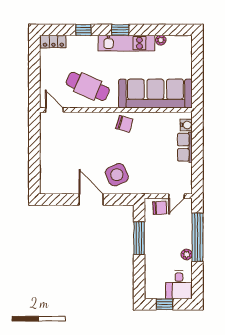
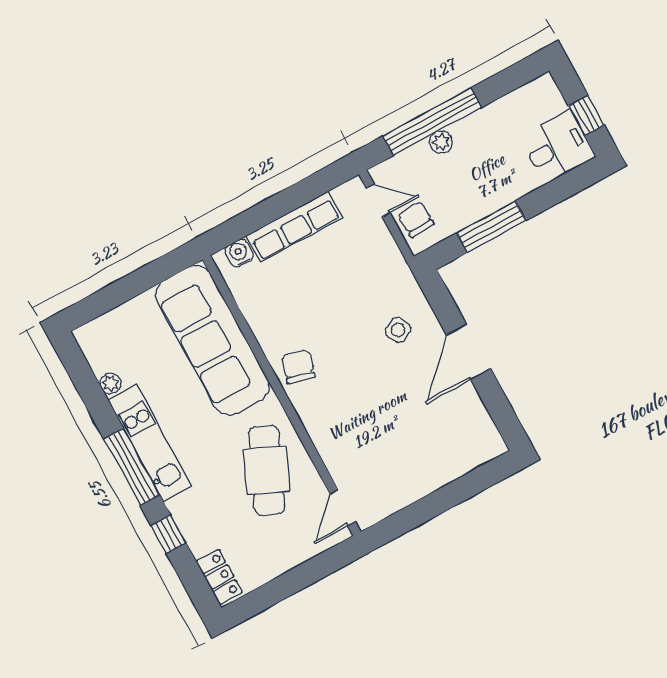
window: (120, 30) -> (132, 467), width x2.17
row of seats: (185, 147) -> (294, 227), width x1.48
side table: (117, 175) -> (398, 330), width x0.54, depth x0.54
plant: (187, 254) -> (441, 142), moved
desk: (179, 285) -> (558, 147), moved

